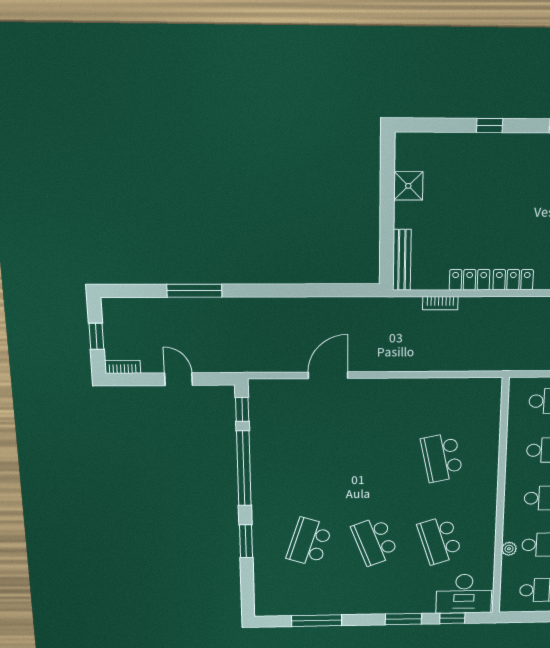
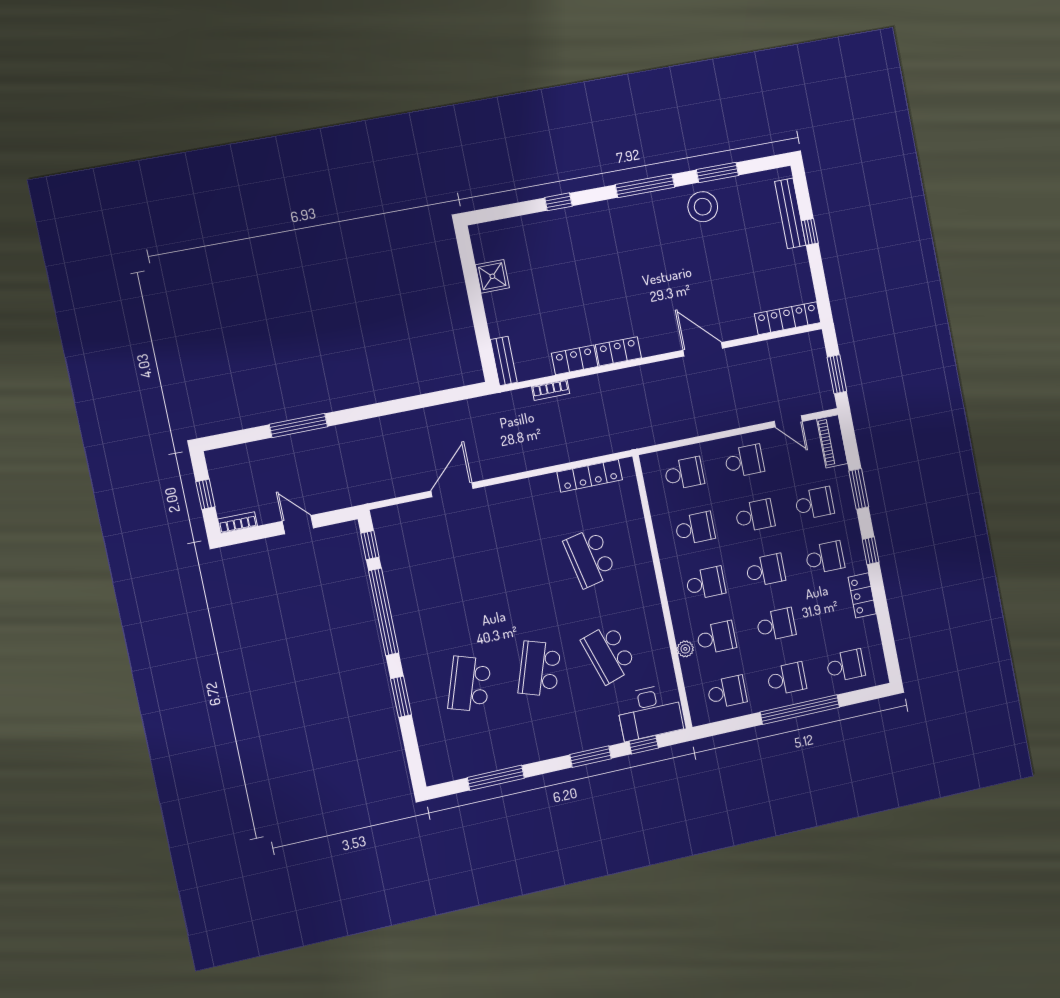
bench: (402, 260) -> (504, 361), width x0.73
locker: (459, 387) -> (590, 476), added
school desk: (375, 541) -> (540, 669), turned 39

